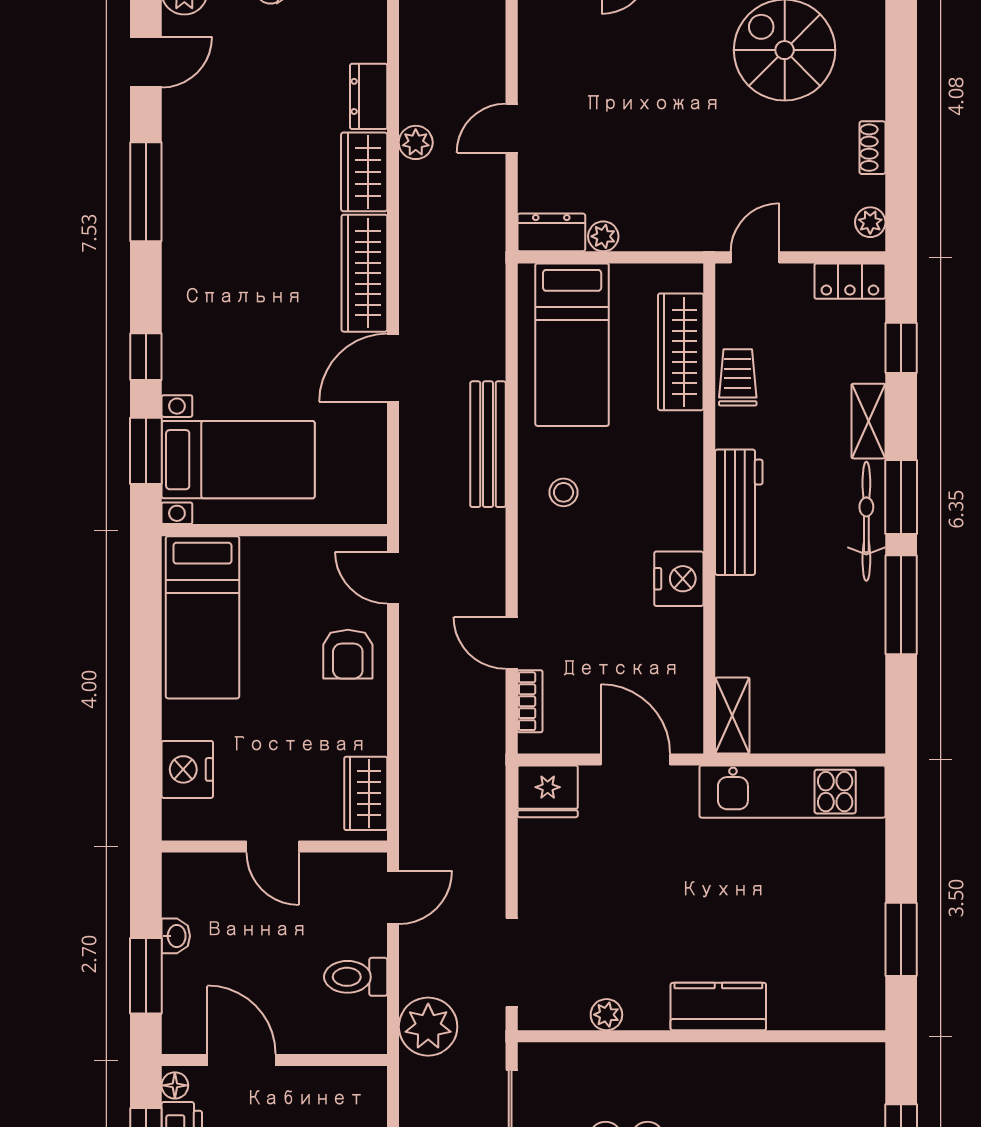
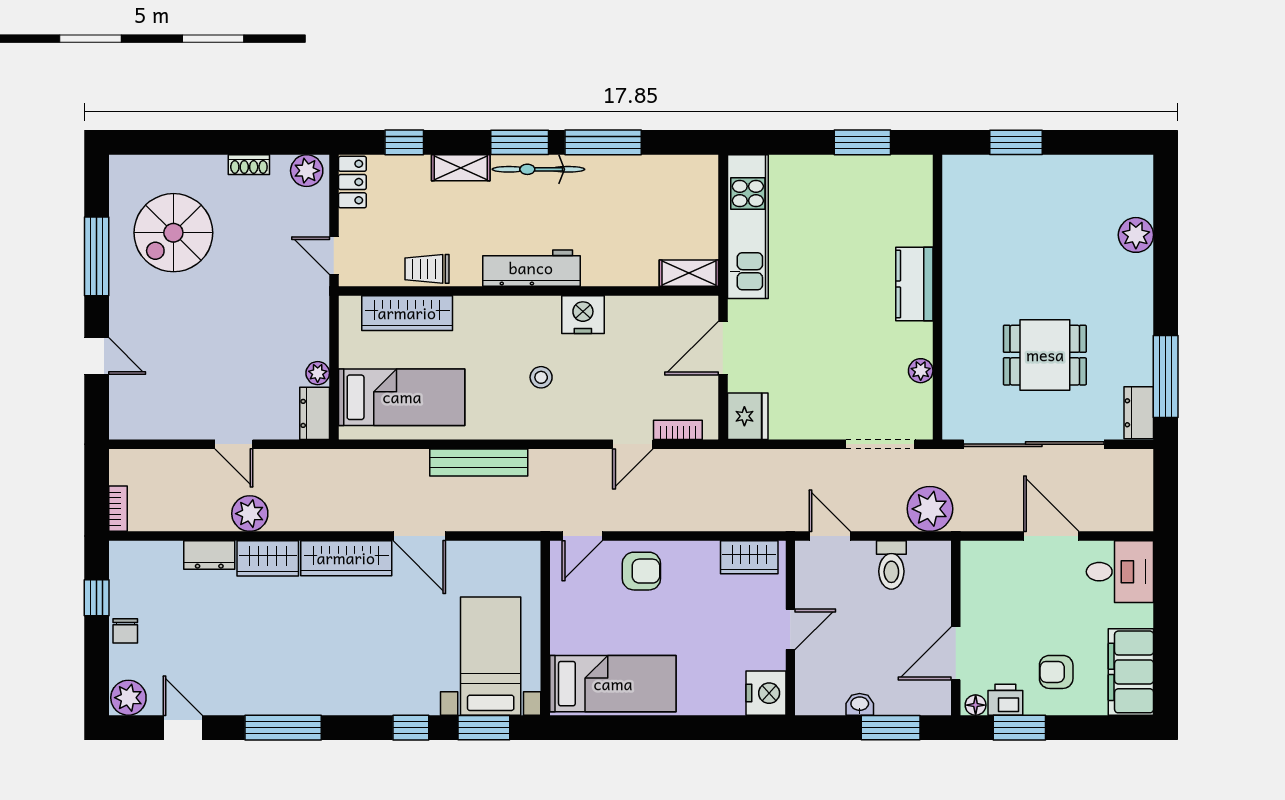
plant: (416, 142) -> (250, 514), width x1.38, depth x1.38
plant: (870, 222) -> (307, 171), width x1.38, depth x1.38
stool: (564, 492) -> (541, 377), moved
nightstand: (187, 769) -> (766, 693), moved, turned -90

